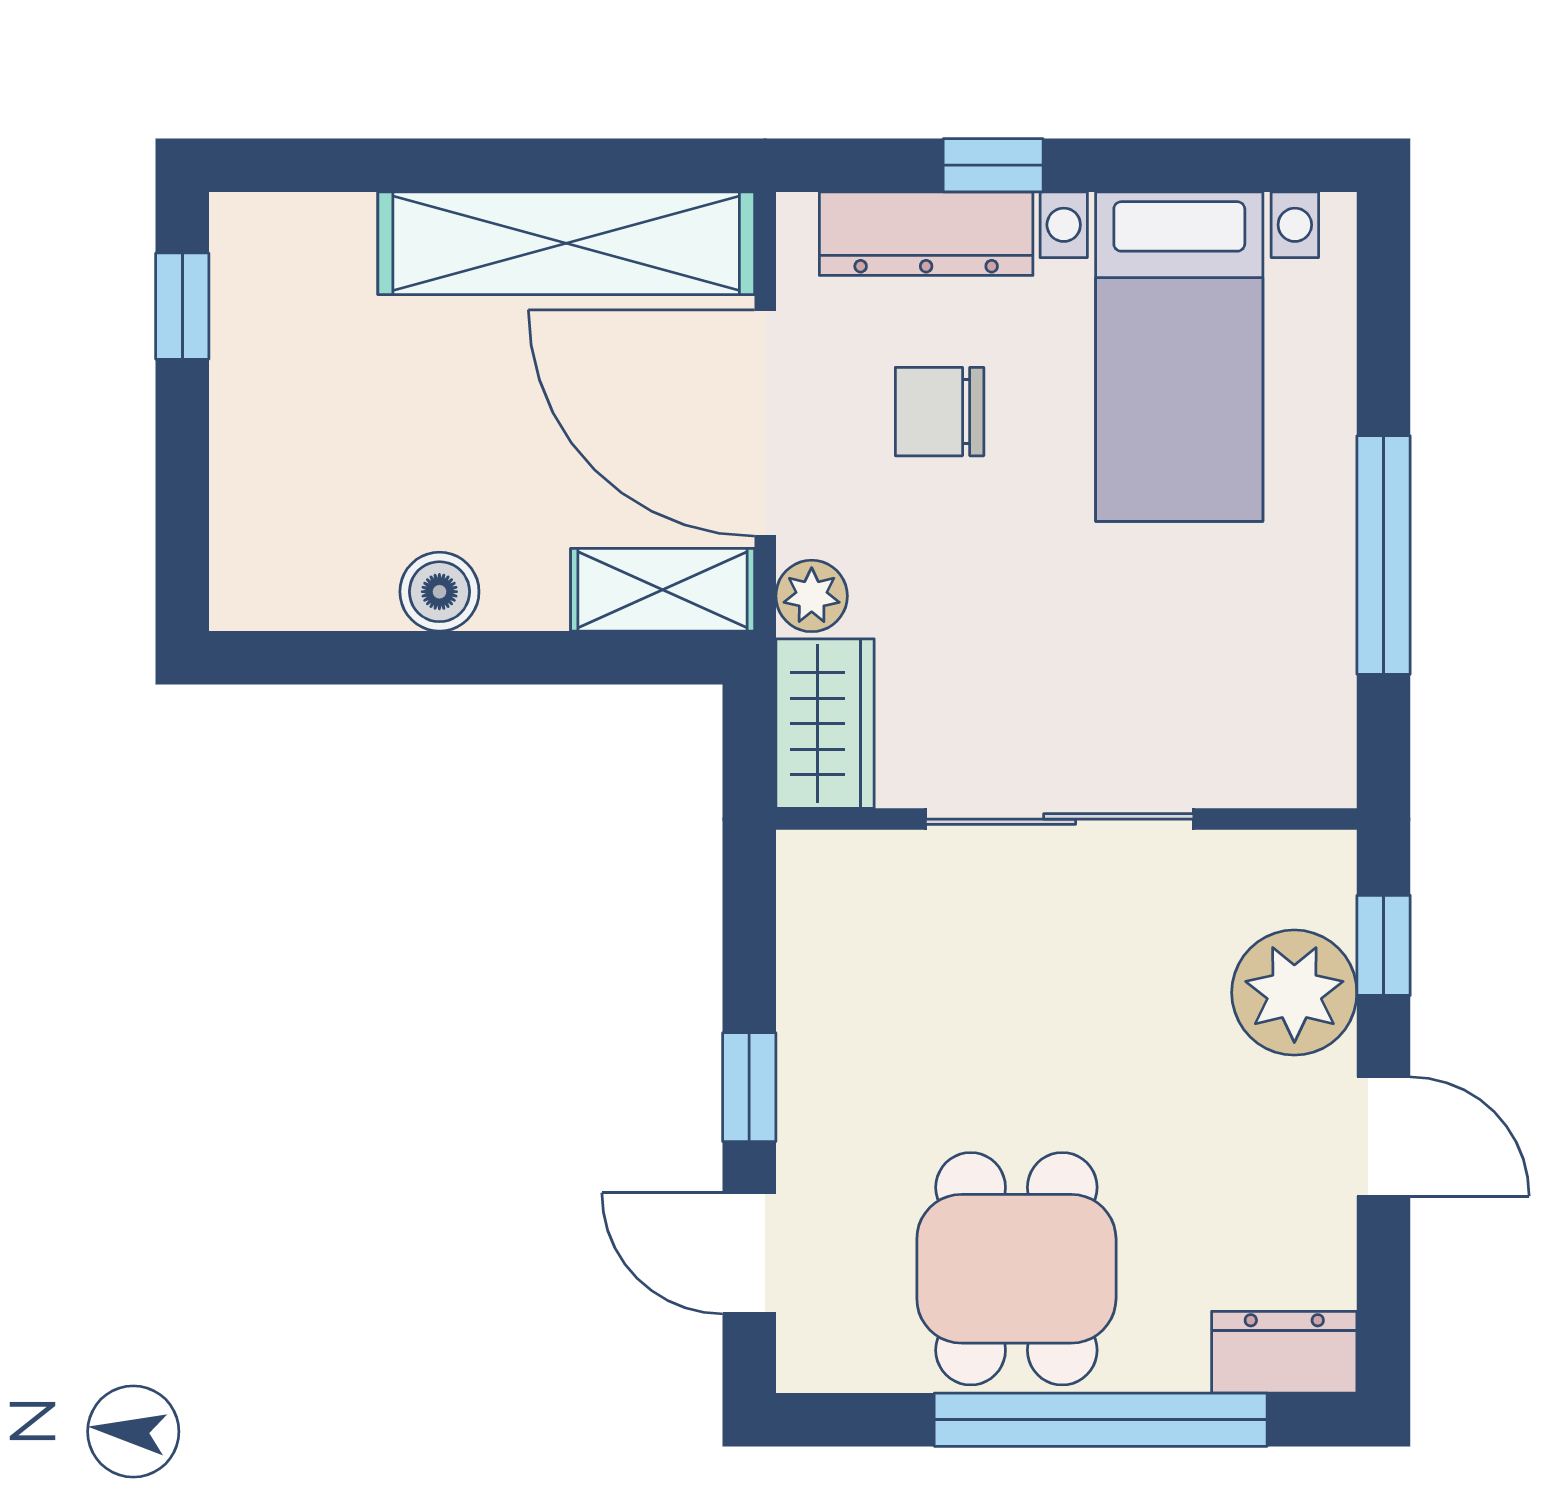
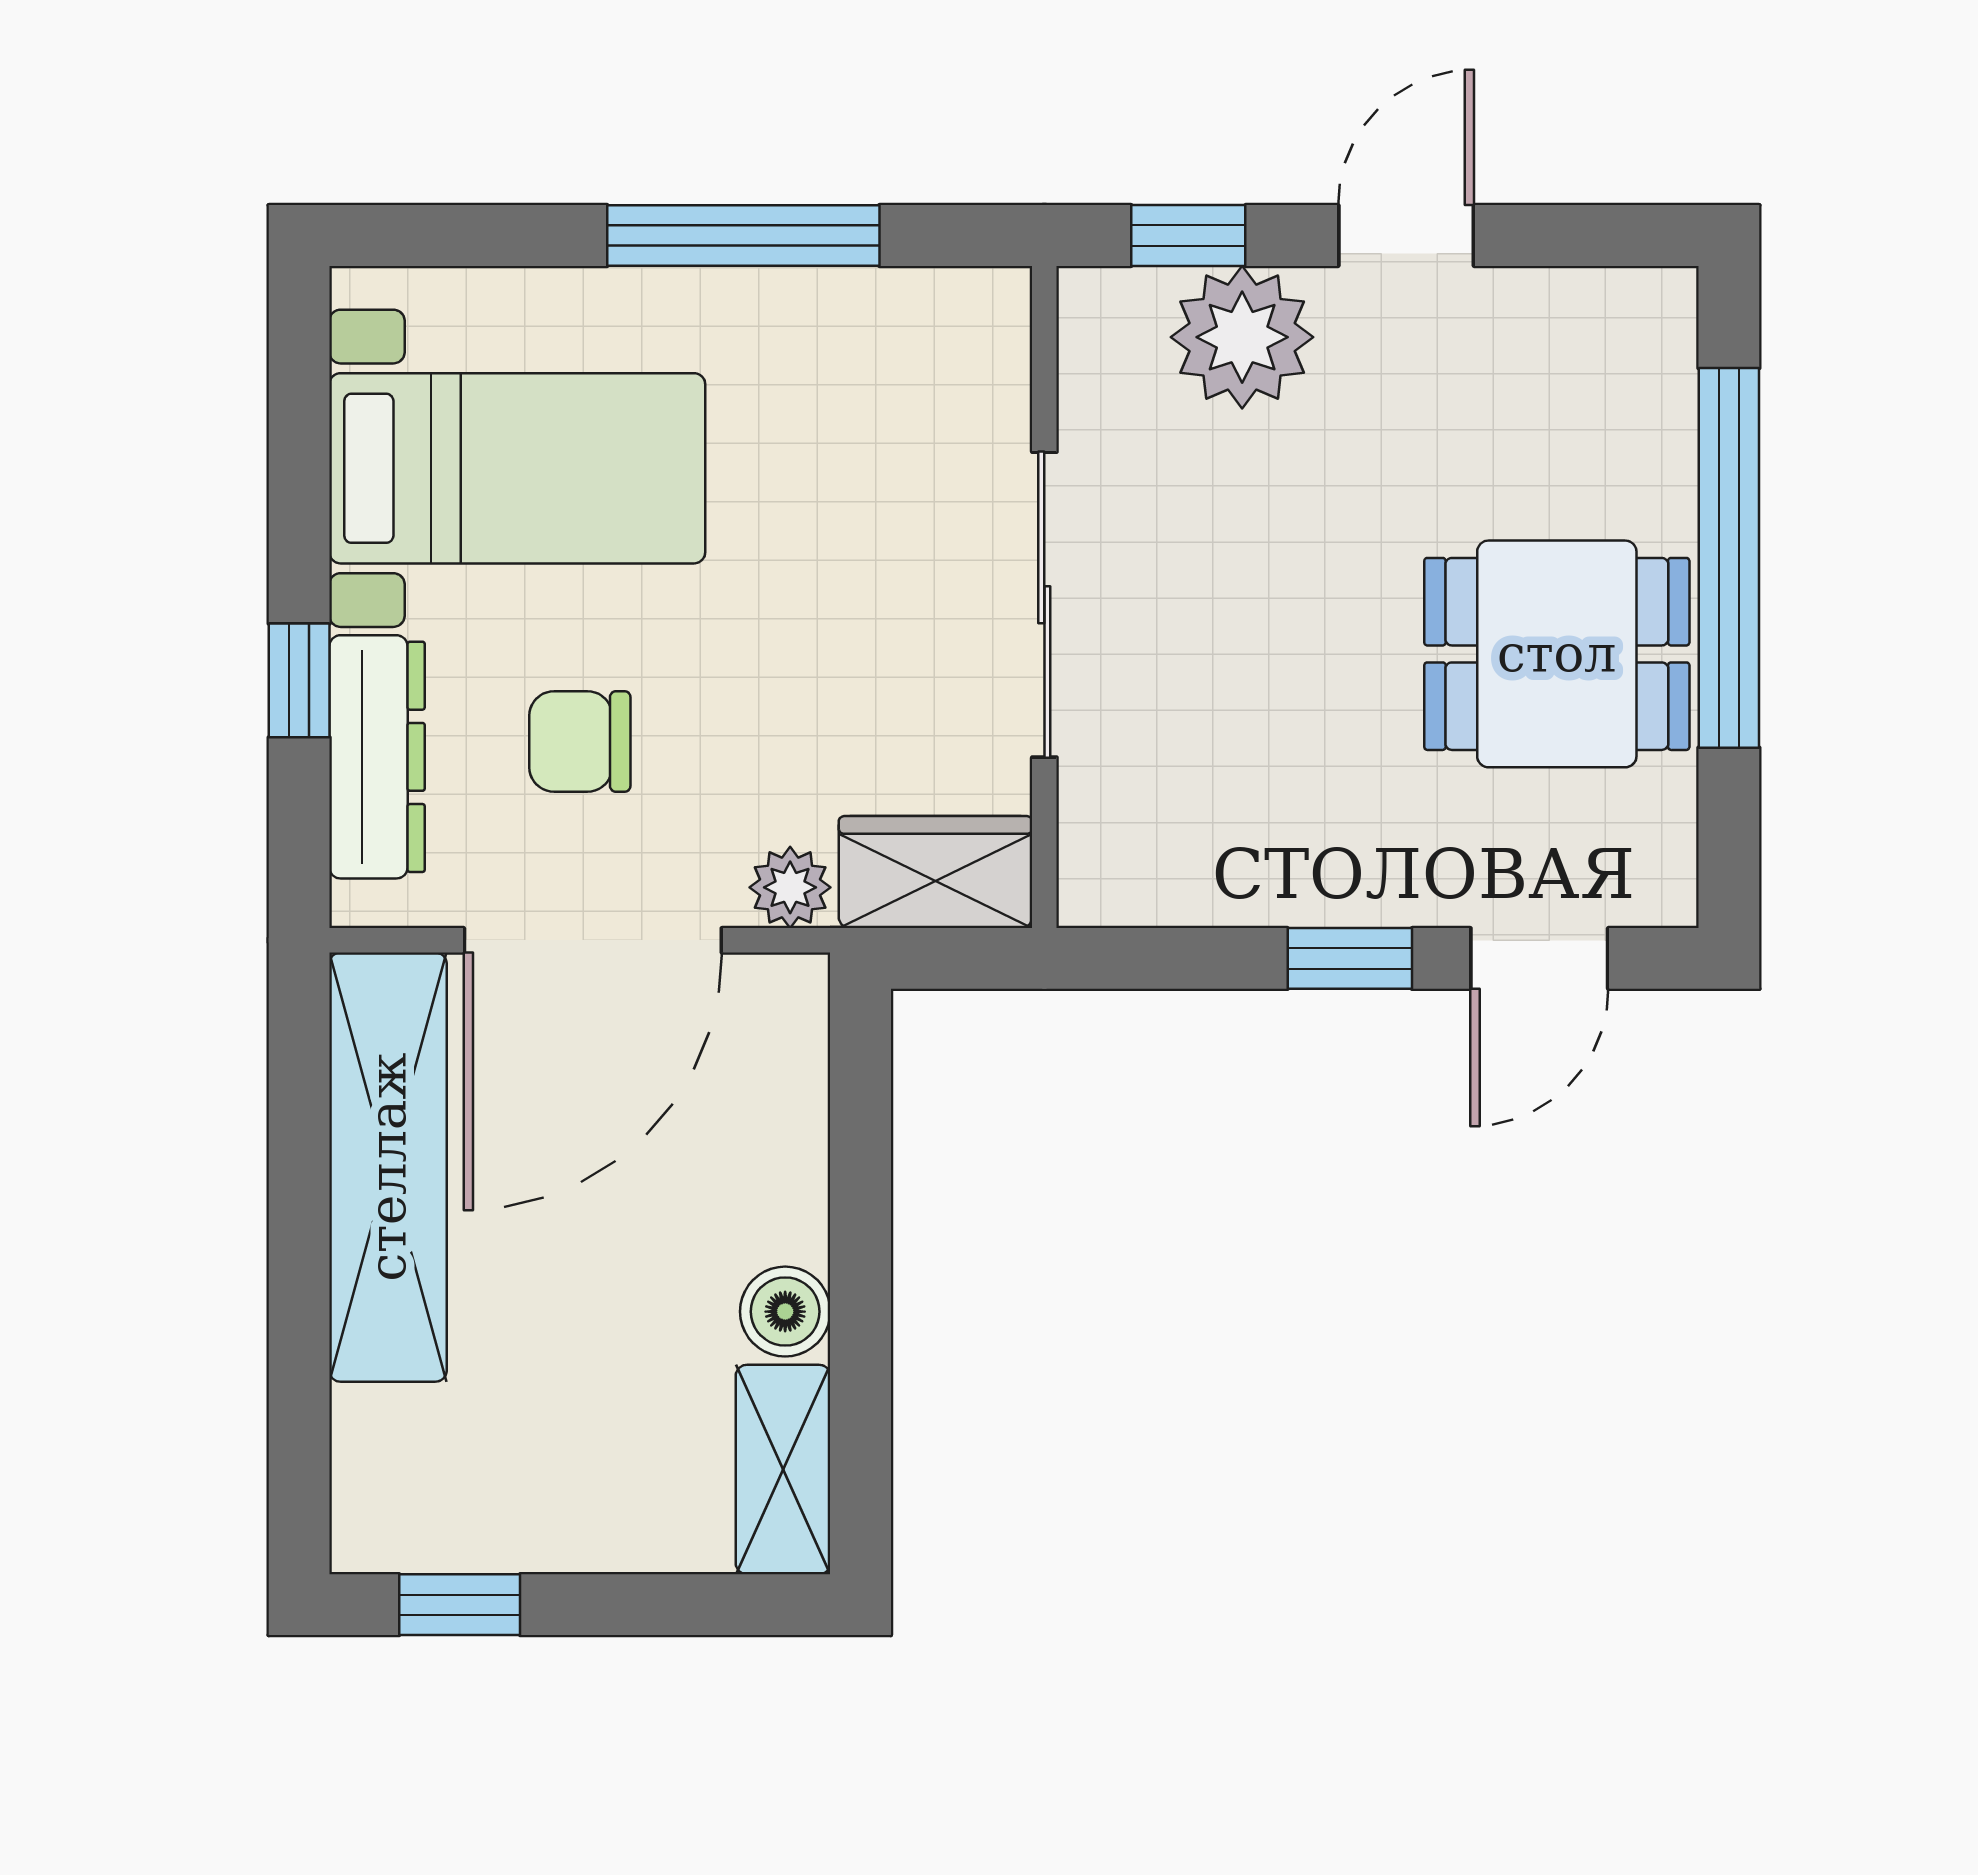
chair: (940, 412) -> (580, 741), turned 90
shelving: (663, 590) -> (783, 1470), moved
dresser: (1284, 1352) -> (1652, 349), removed

